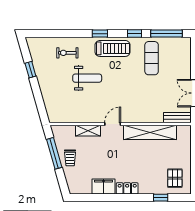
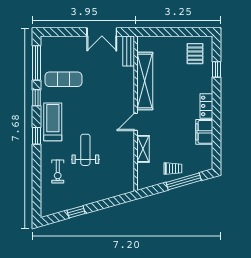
door: (113, 124) -> (136, 122), hinge flipped
window: (54, 153) -> (184, 181), moved
pallet: (175, 178) -> (195, 54), turned 90

